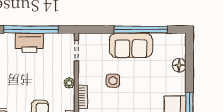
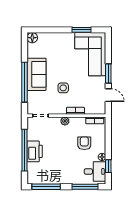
window: (141, 30) -> (24, 82), moved
floor lamp: (179, 65) -> (32, 38), moved

